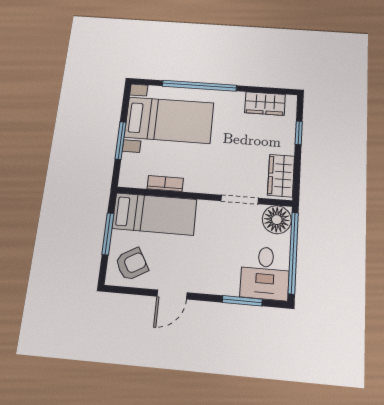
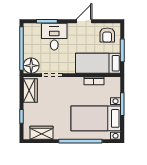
armchair: (132, 264) -> (107, 35), turned -60
desk: (265, 273) -> (54, 37), moved

